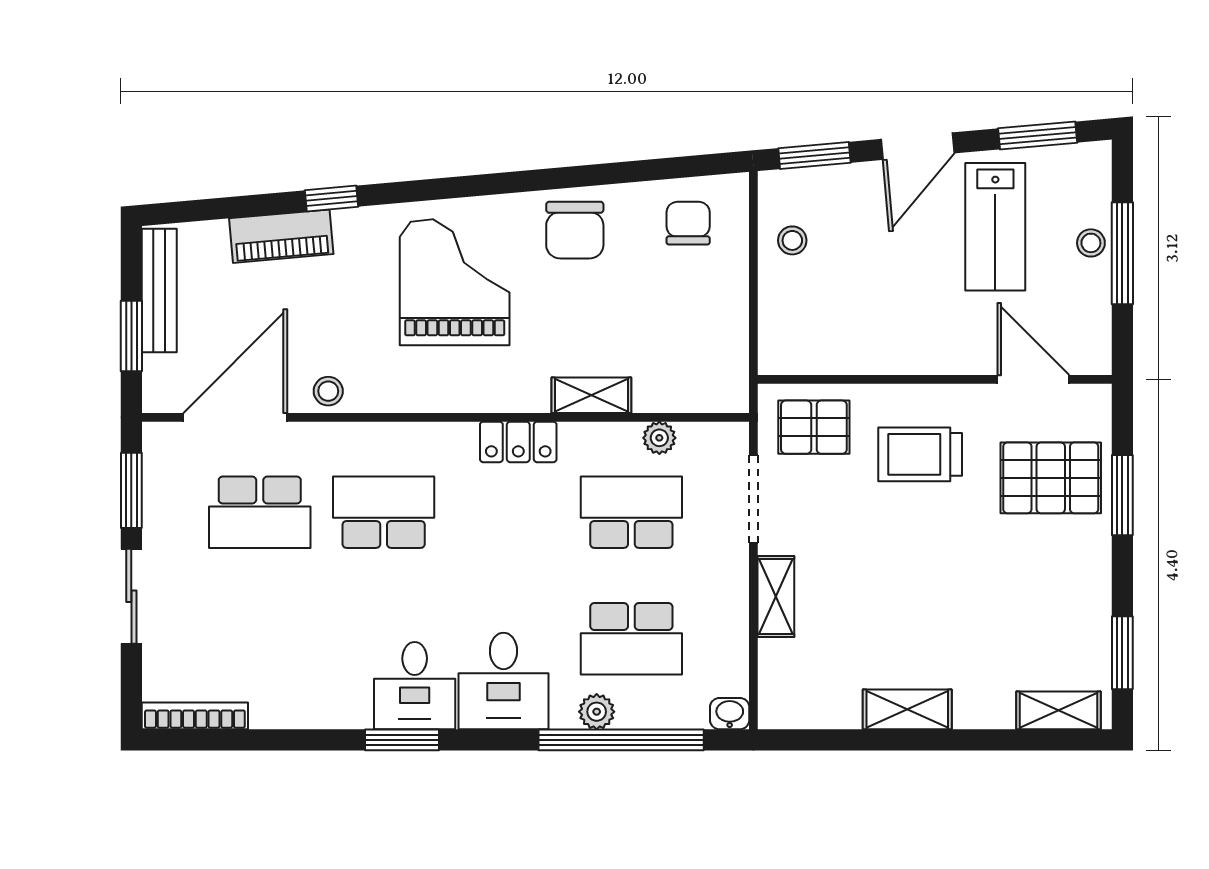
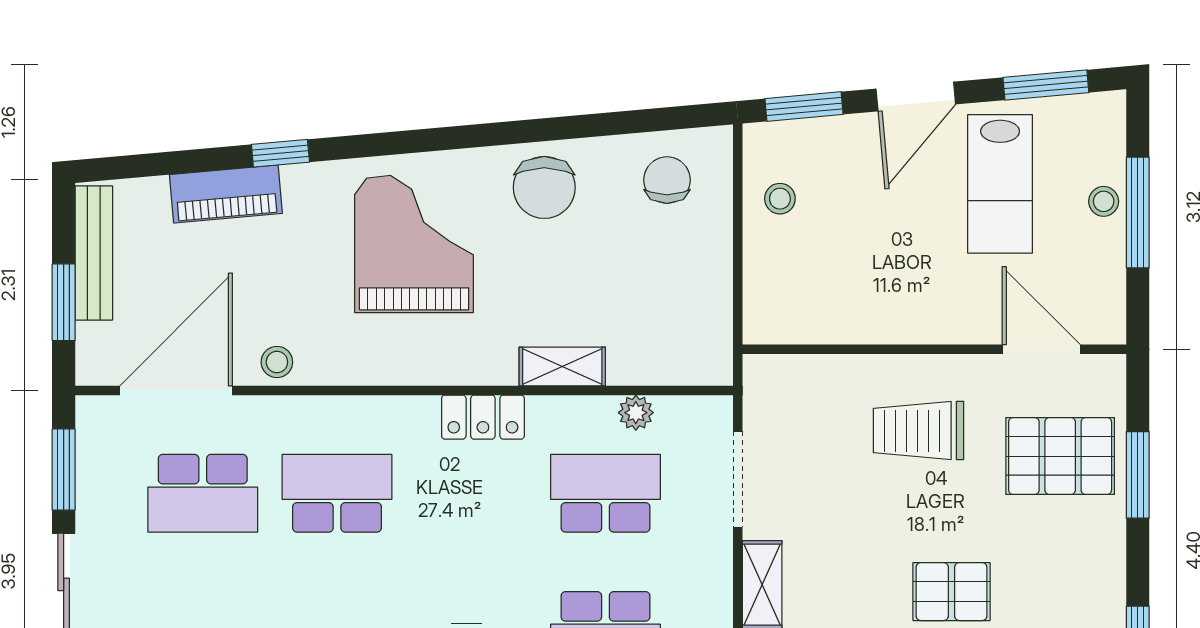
pallet: (814, 427) -> (951, 592), moved

